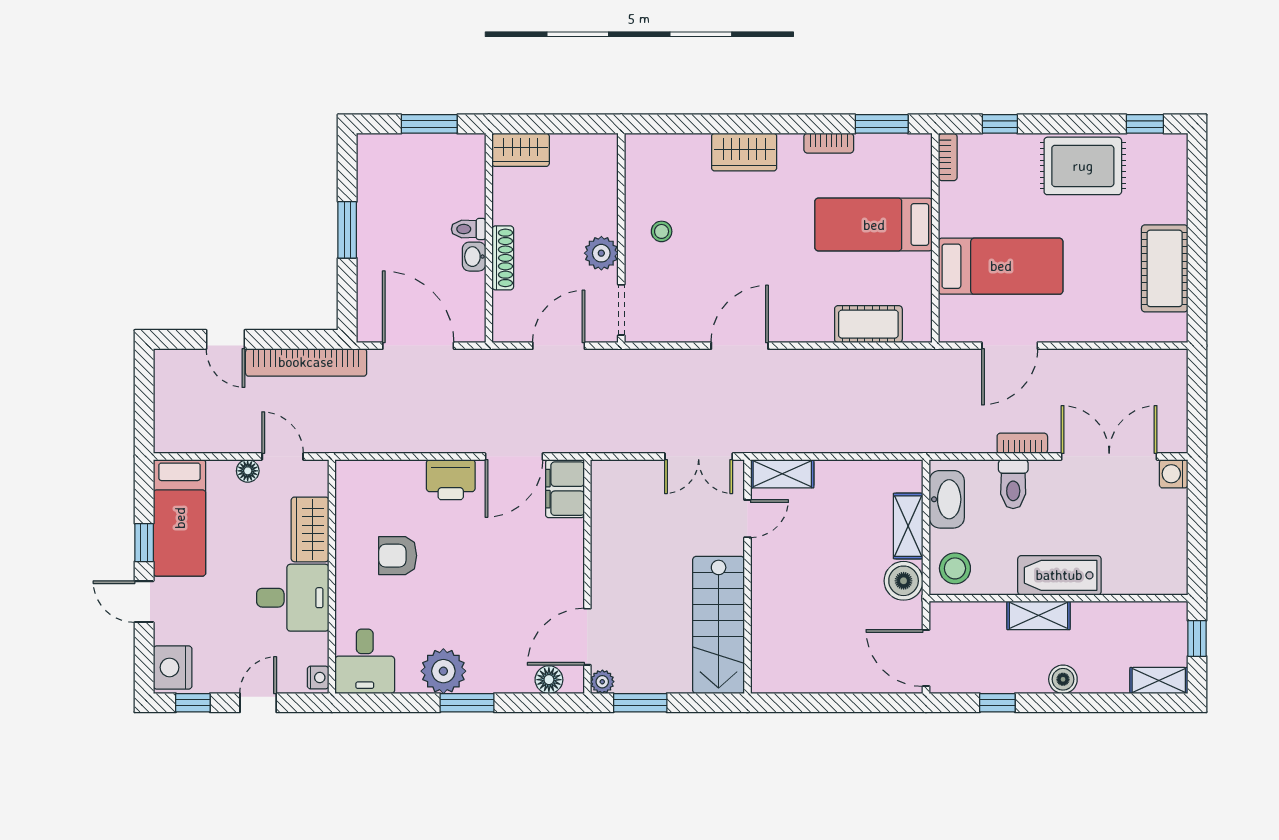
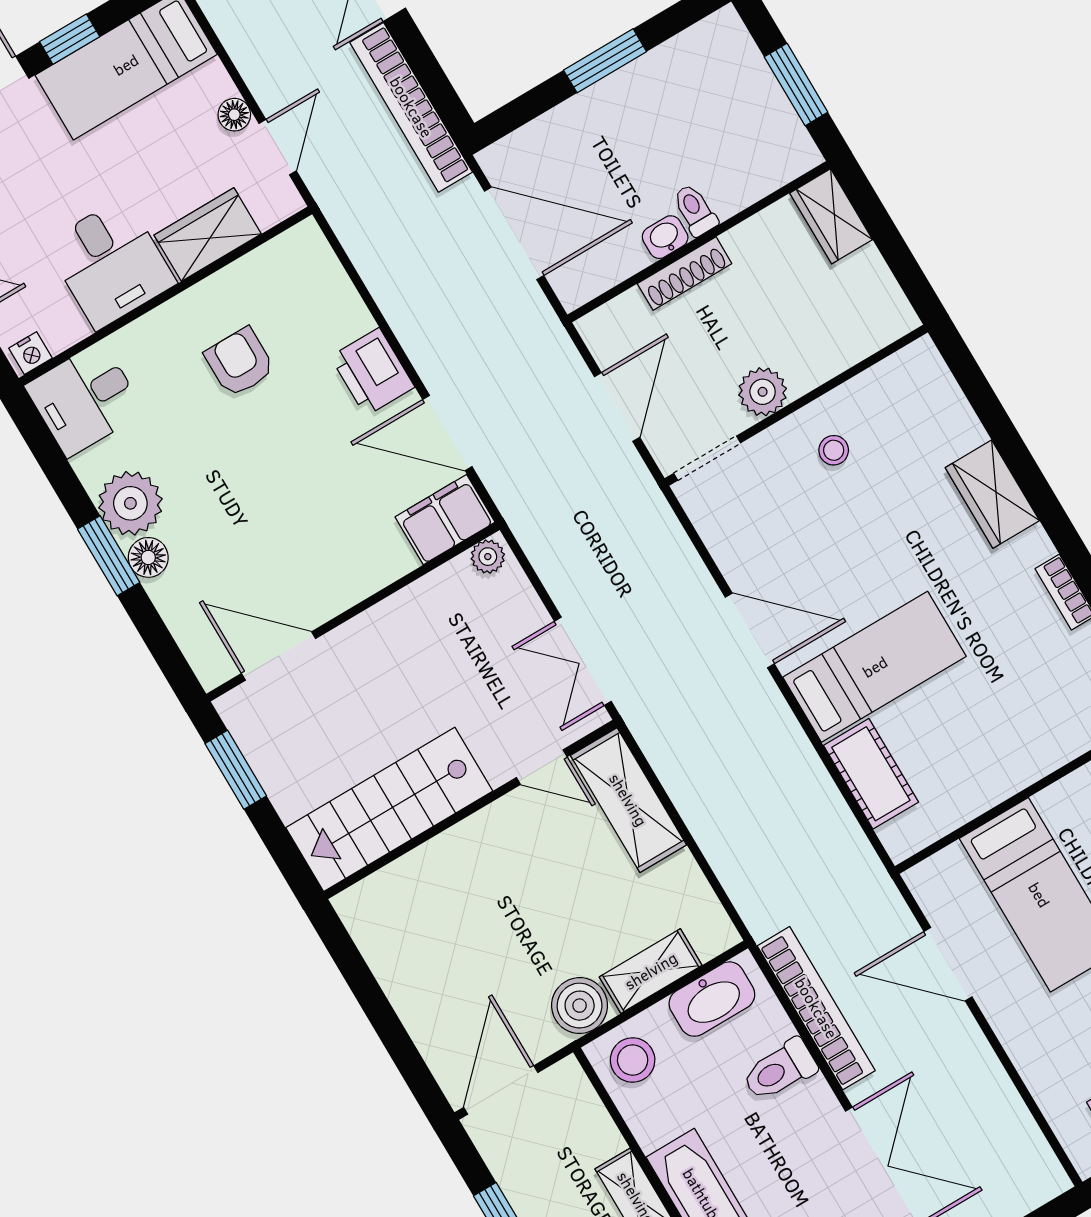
bed: (874, 225) -> (875, 667), moved, turned 90
door: (418, 346) -> (514, 233), hinge flipped
door: (559, 346) -> (617, 407), hinge flipped
bookcase: (1022, 443) -> (816, 1008), width x2.31, depth x1.31
shelving: (782, 474) -> (628, 800), width x1.50, depth x1.33
floor lamp: (549, 680) -> (148, 557), moved
plant: (602, 682) -> (488, 557), moved

